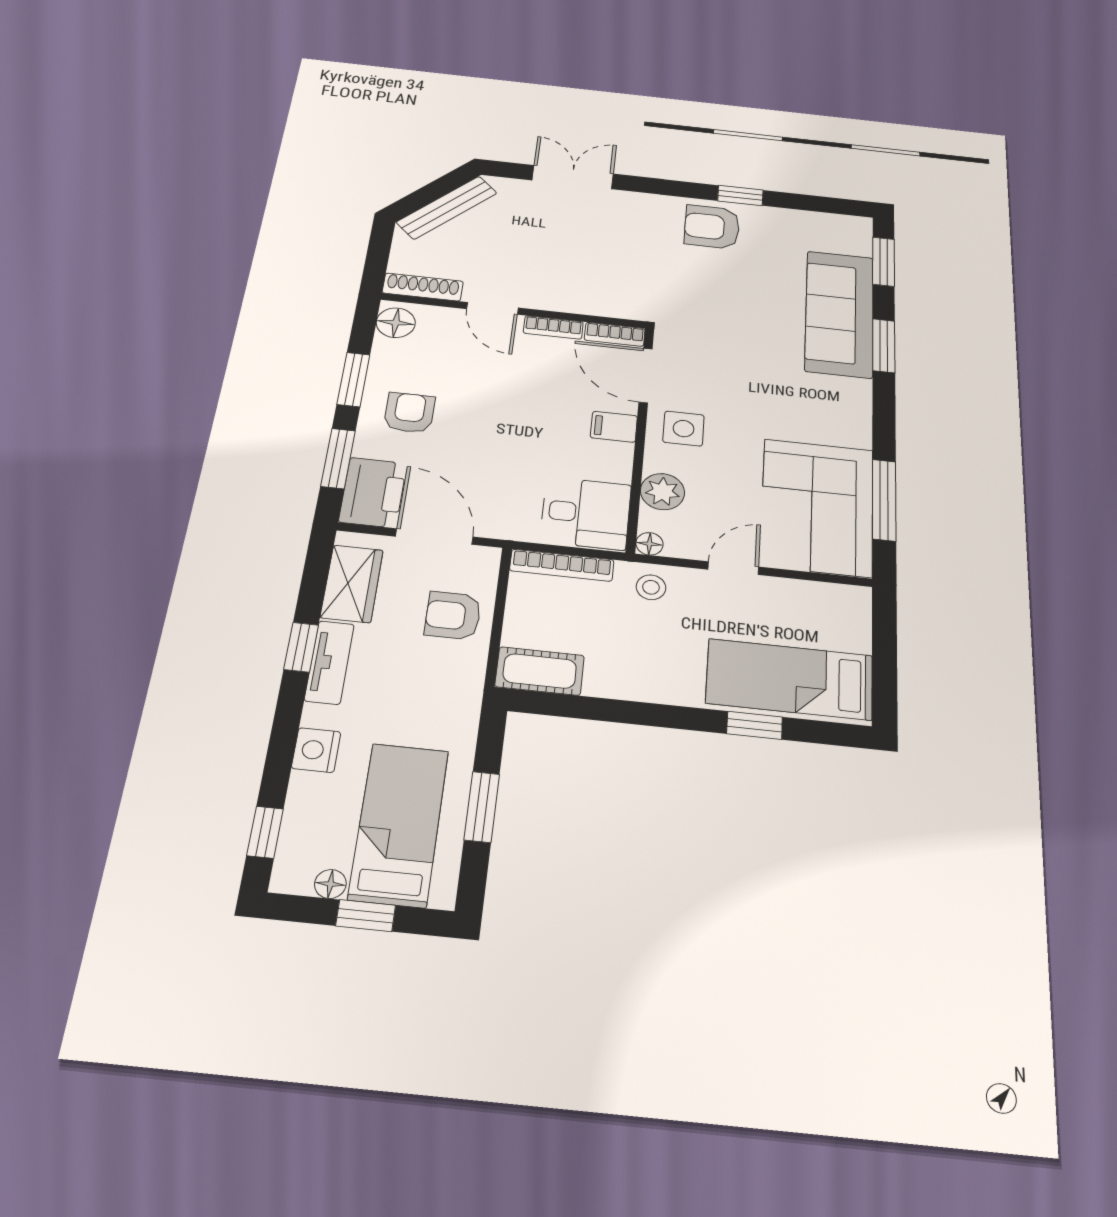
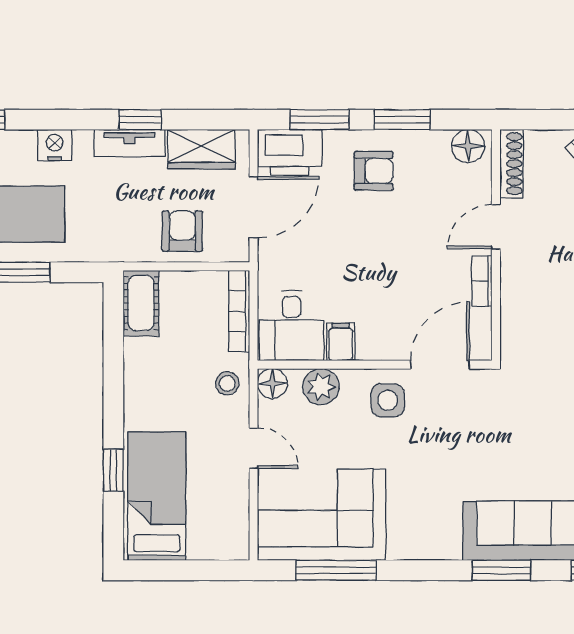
bookcase: (615, 334) -> (482, 335), removed
filing cabinet: (614, 427) -> (341, 342), moved
floor lamp: (649, 544) -> (272, 383), width x1.37, depth x1.37

